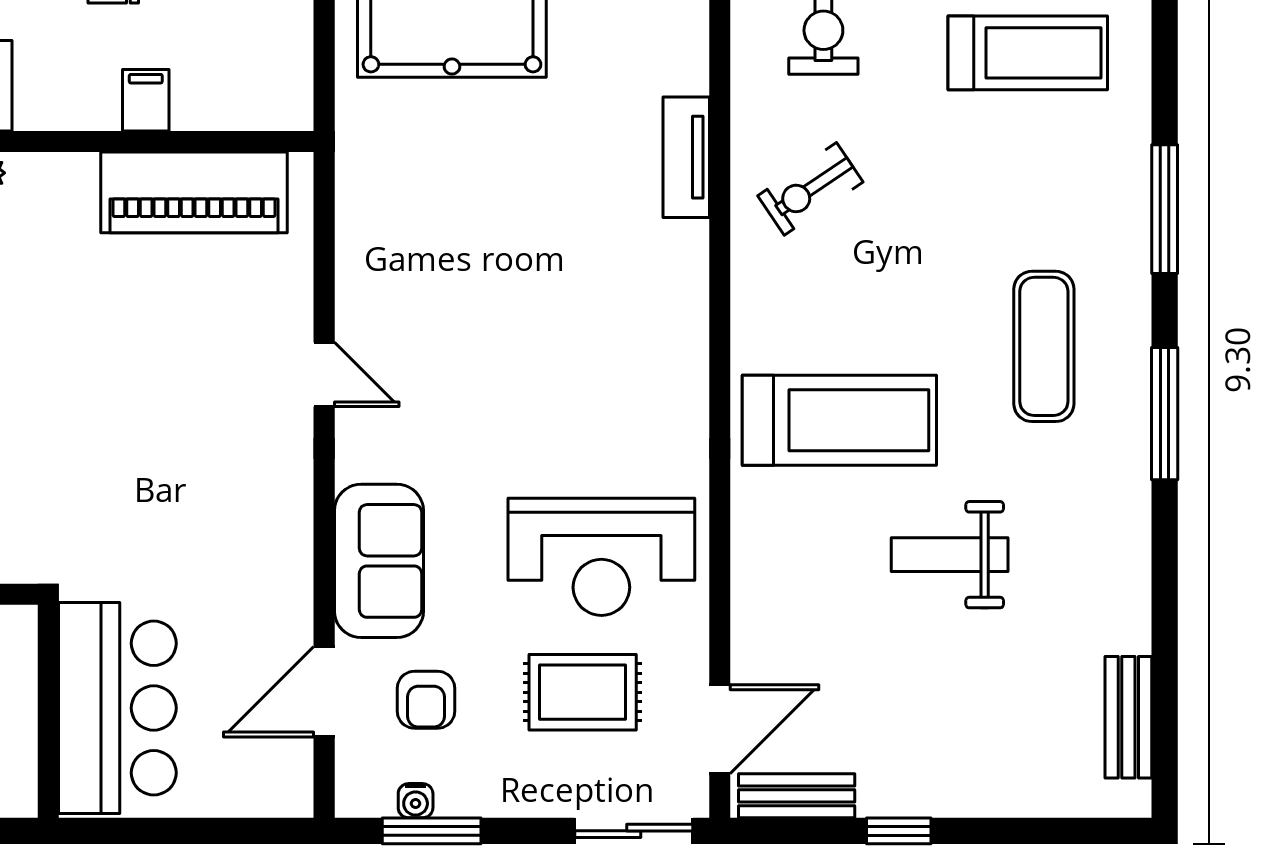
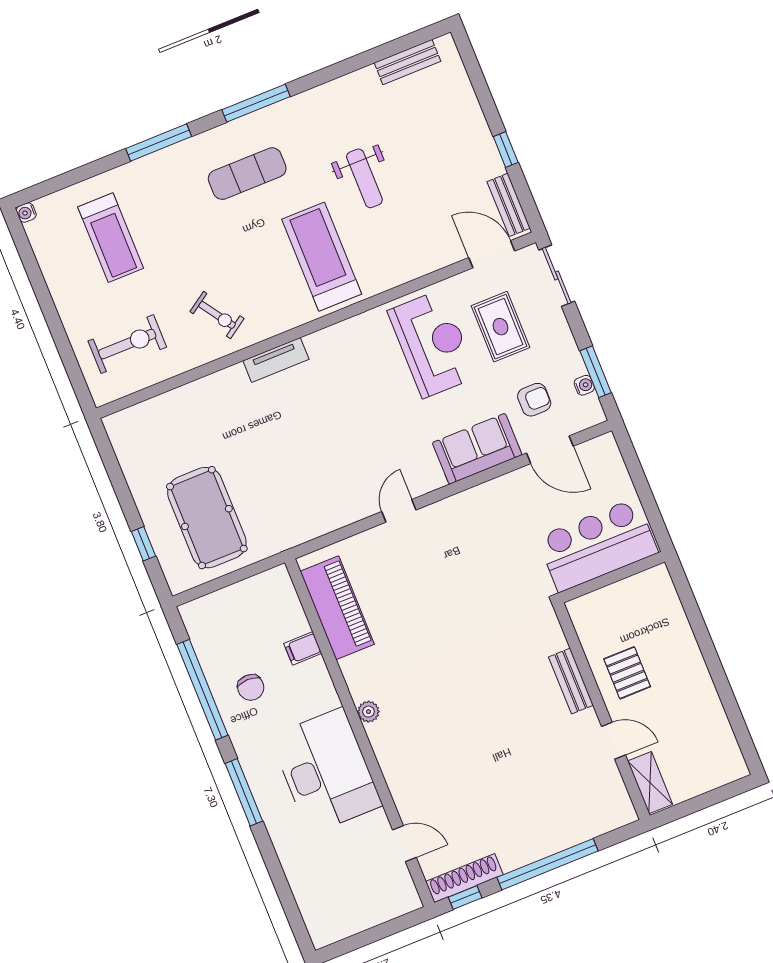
treadmill: (1028, 53) -> (111, 238), turned 180
tv unit: (686, 157) -> (276, 360), moved

